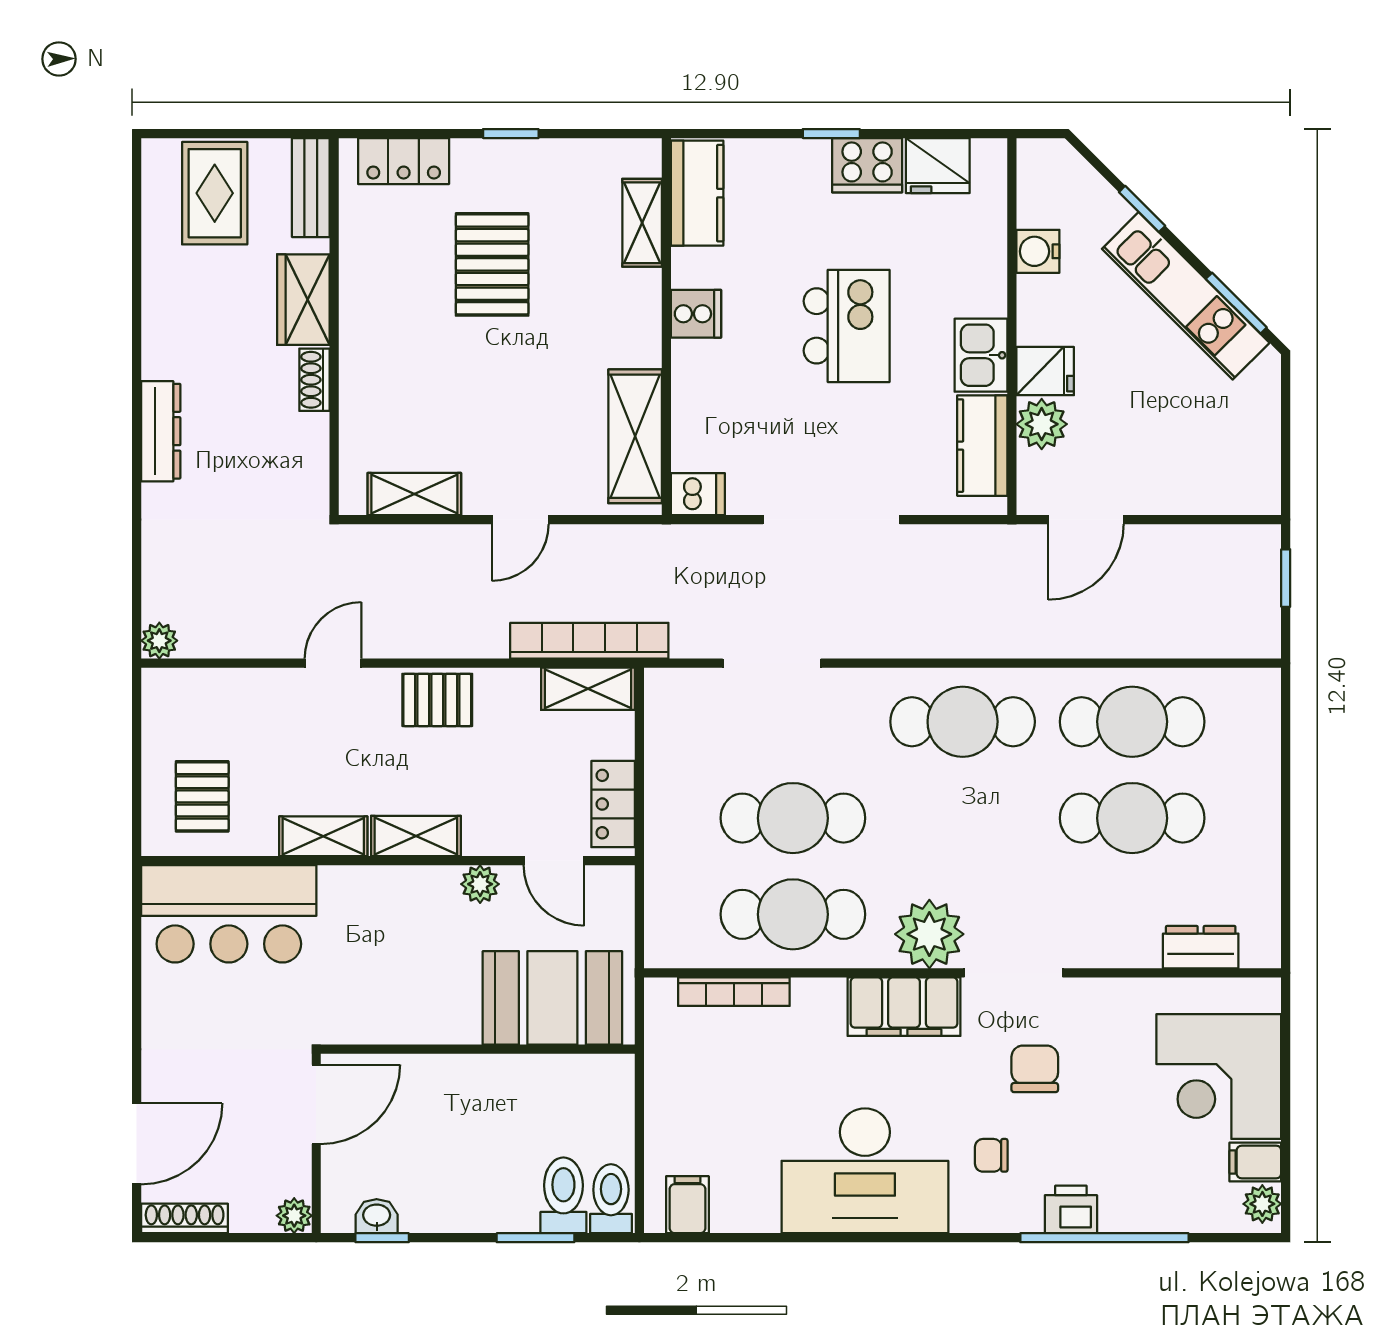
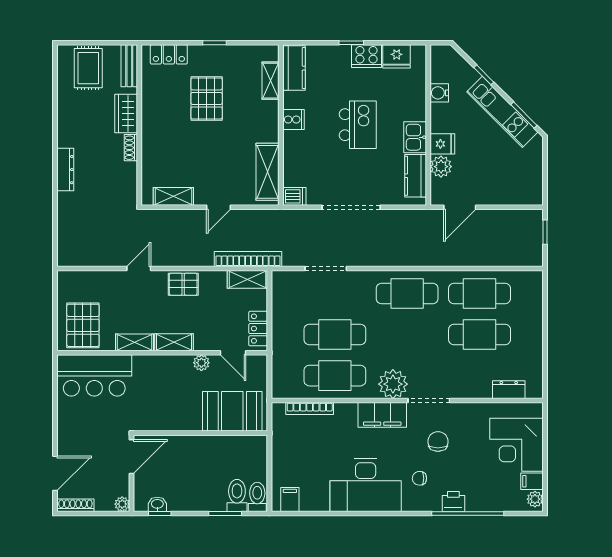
plant: (159, 641) -> (65, 259), removed
pallet: (202, 796) -> (83, 325), width x1.50, depth x1.42

